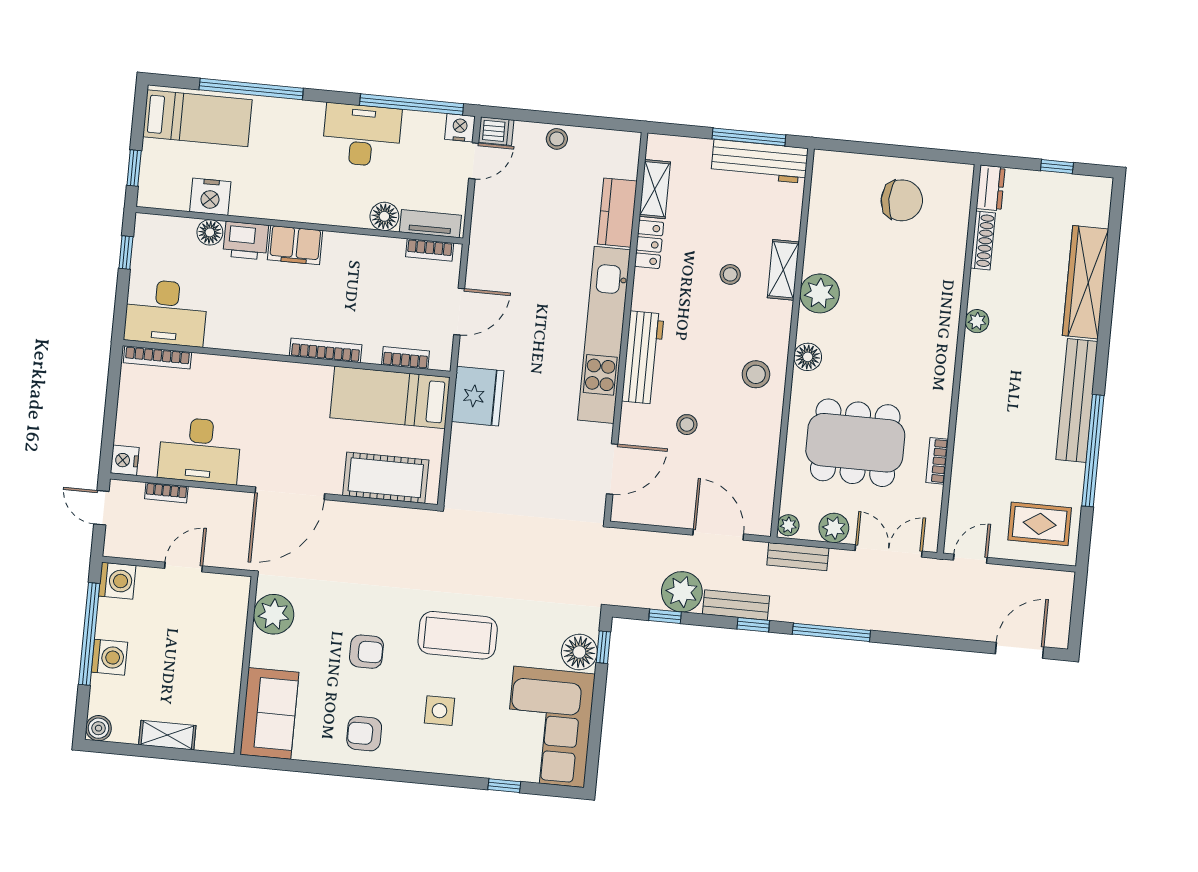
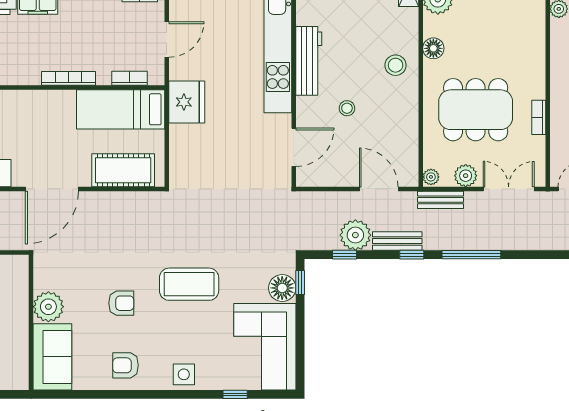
plant: (274, 614) -> (48, 307), moved
side table: (439, 711) -> (184, 374), moved

